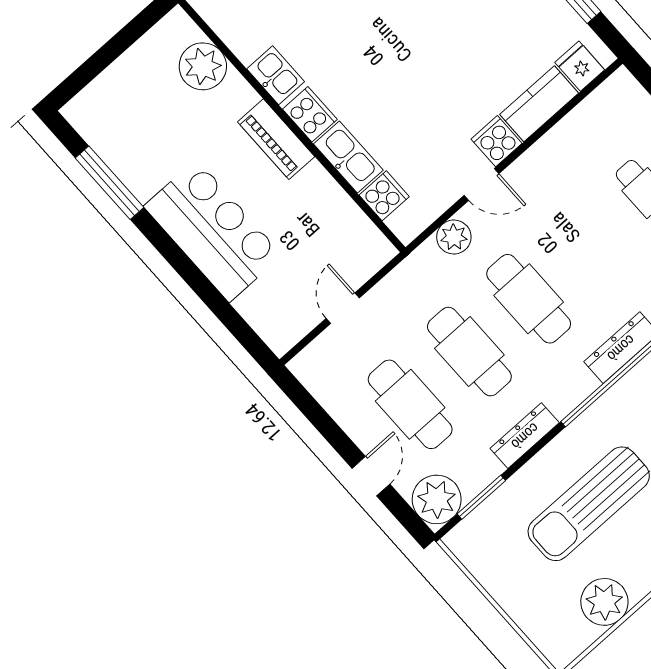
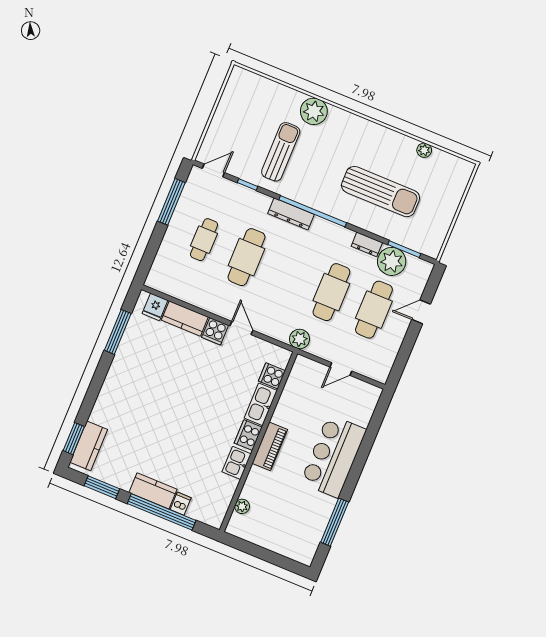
plant: (203, 66) -> (242, 506), width x0.53, depth x0.53
plant: (454, 237) -> (300, 339), moved
cafe table: (529, 299) -> (247, 257), moved
dresser: (525, 436) -> (367, 244), width x0.70
plant: (437, 499) -> (392, 261), moved
plant: (604, 602) -> (424, 150), width x0.53, depth x0.53

